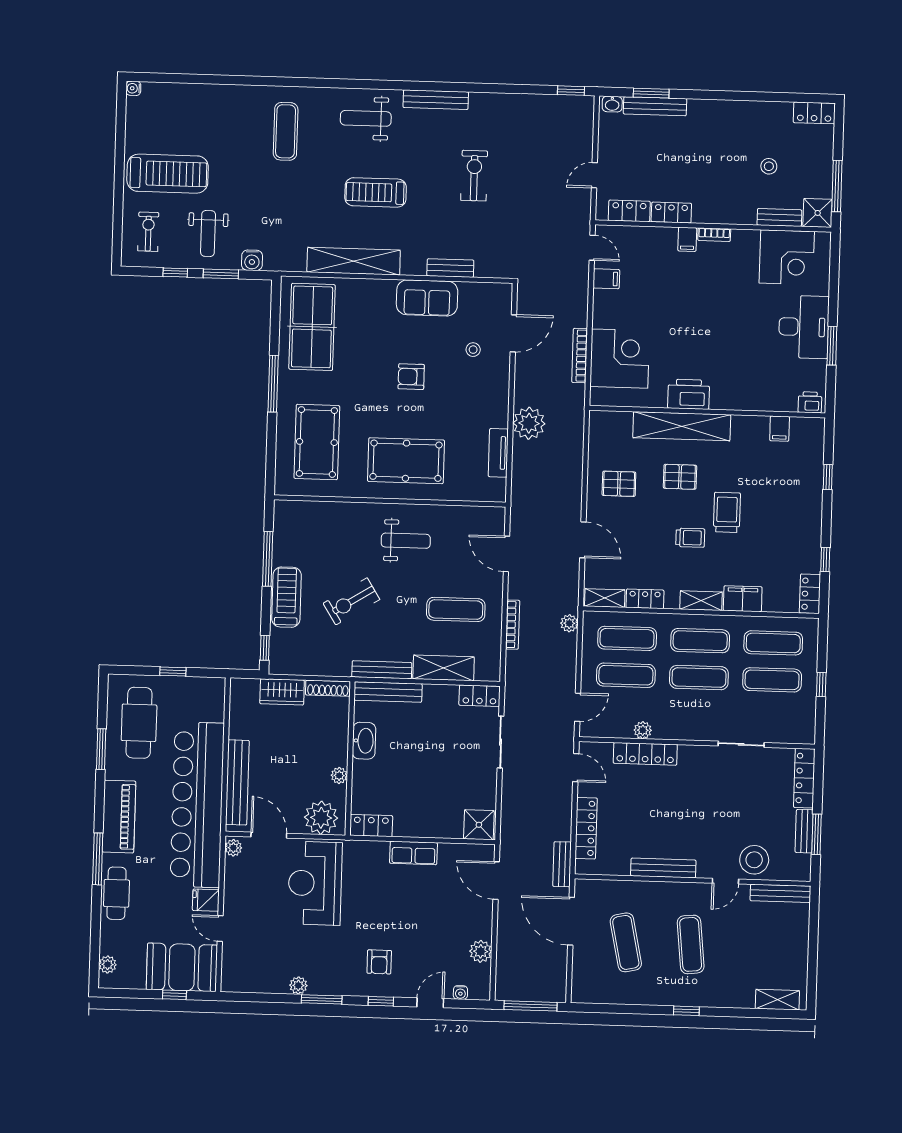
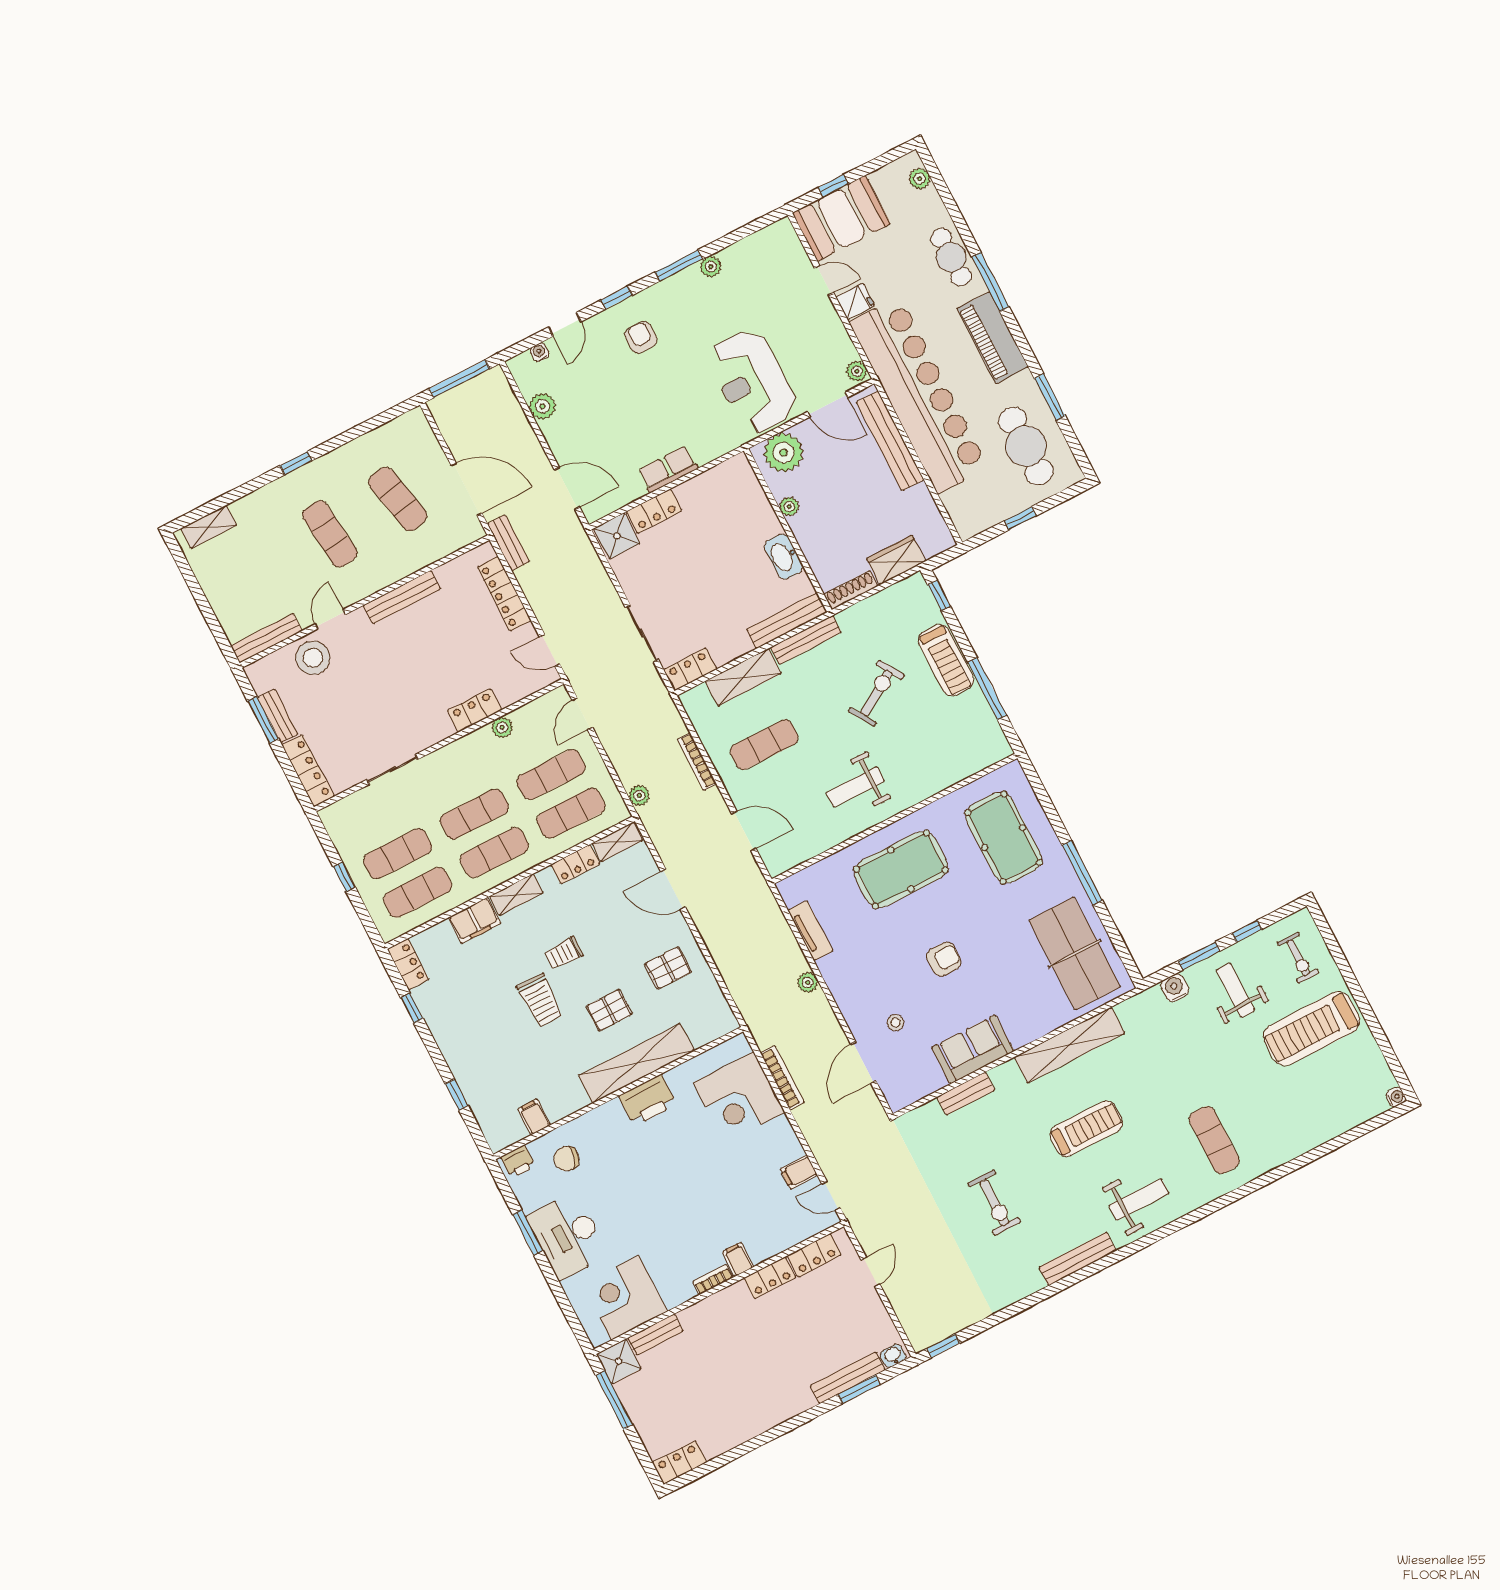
stool: (769, 166) -> (696, 1381), removed
chair: (773, 384) -> (566, 1159), added
plant: (529, 423) -> (808, 983), width x0.53, depth x0.53
locker: (645, 754) -> (474, 710), width x0.66
locker: (371, 826) -> (654, 511), moved
reception desk: (315, 883) -> (752, 381), turned 180

